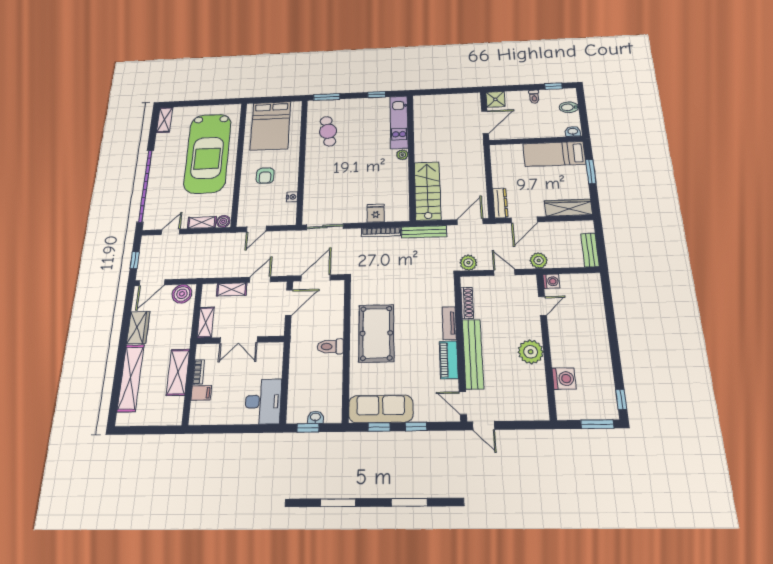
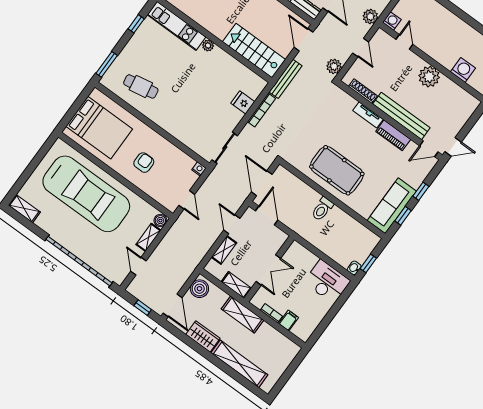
armchair: (265, 176) -> (144, 163), turned -90
nightstand: (292, 197) -> (199, 169), moved
door: (504, 272) -> (361, 48), swing flipped
shelving: (178, 372) -> (242, 314), moved
washbasin: (315, 417) -> (354, 268), moved

